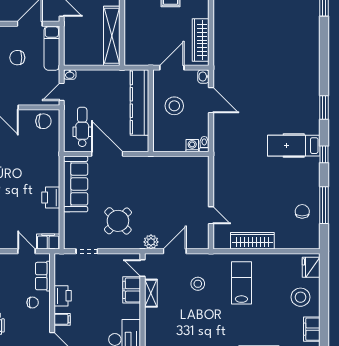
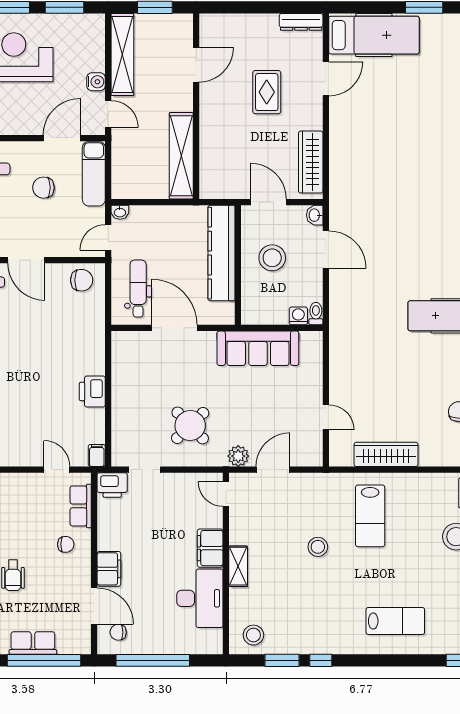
door: (172, 68) -> (269, 202), hinge flipped
sofa: (76, 184) -> (258, 348), moved, turned 90
filing cabinet: (48, 241) -> (97, 455), width x0.50
lab bench: (241, 283) -> (370, 516), turned 180
stool: (198, 284) -> (318, 547), moved
filing cabinet: (132, 290) -> (210, 548), moved
shelving: (151, 293) -> (238, 566), moved
printer: (63, 296) -> (112, 485), moved, turned 90
filing cabinet: (62, 319) -> (109, 569), width x2.00

